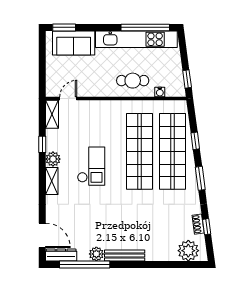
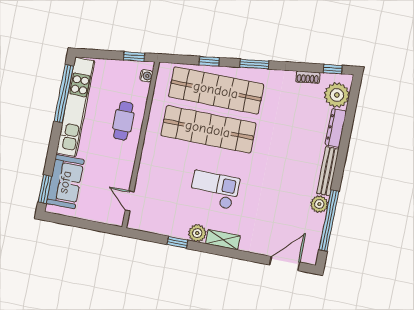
water cooler: (160, 92) -> (146, 76), moved
shelving: (52, 114) -> (144, 224), removed
window: (207, 227) -> (333, 69), moved
dresser: (61, 255) -> (336, 128), moved

